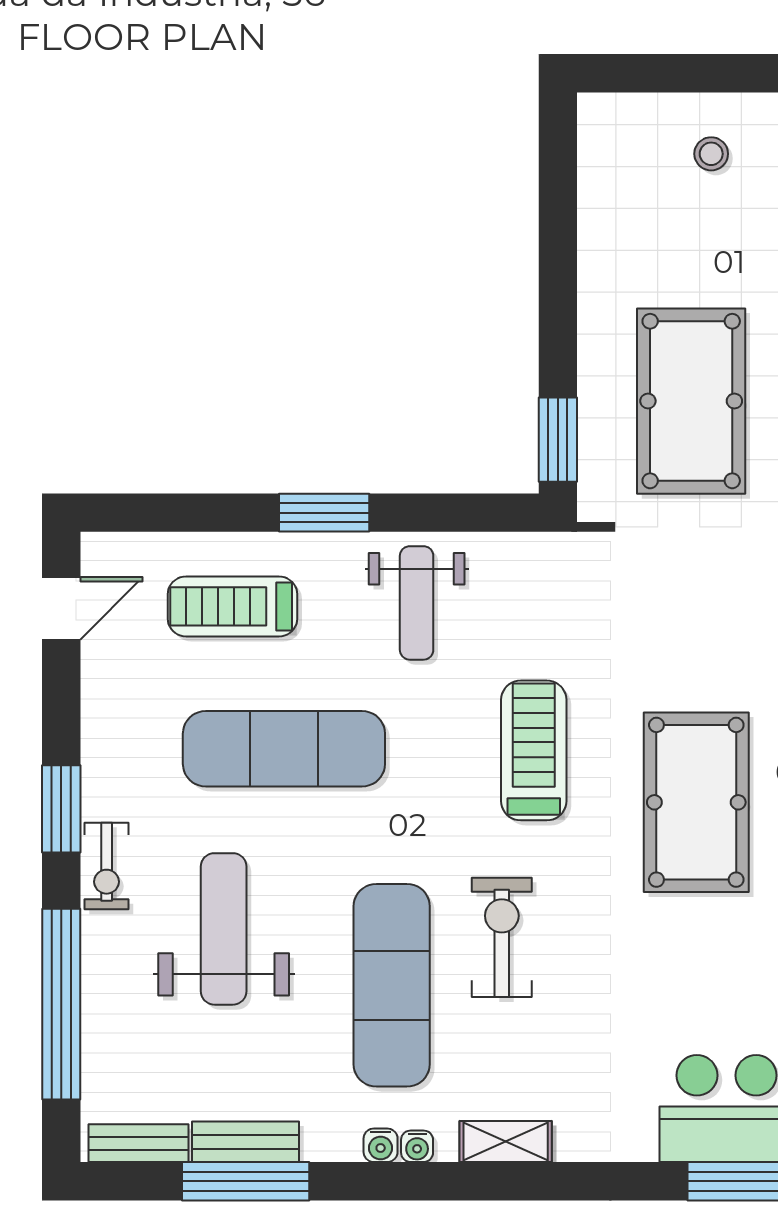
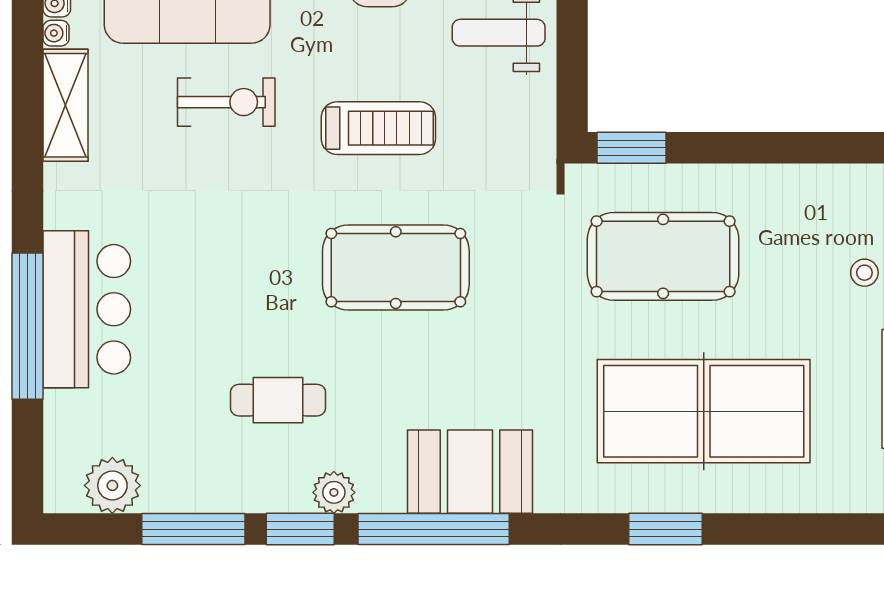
pool table: (696, 802) -> (396, 268), moved
shelving: (506, 1141) -> (65, 105), width x1.50, depth x1.33

